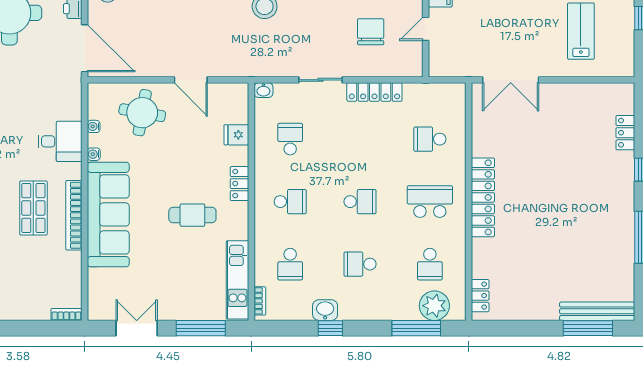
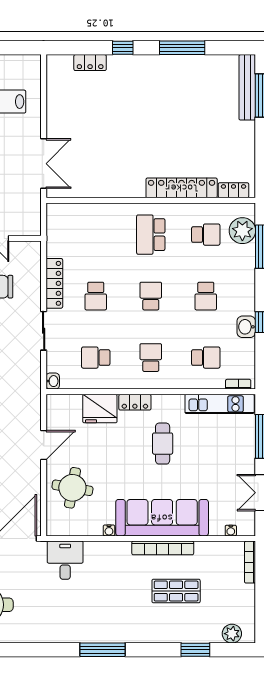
water cooler: (94, 126) -> (231, 531), moved
fridge: (236, 135) -> (100, 409), width x1.88, depth x1.34
school desk: (430, 139) -> (96, 296), moved
desk: (60, 141) -> (65, 560), moved
locker: (483, 197) -> (182, 188), moved
shop shelf: (33, 208) -> (176, 591), moved
bookcase: (66, 314) -> (250, 562), width x1.56

